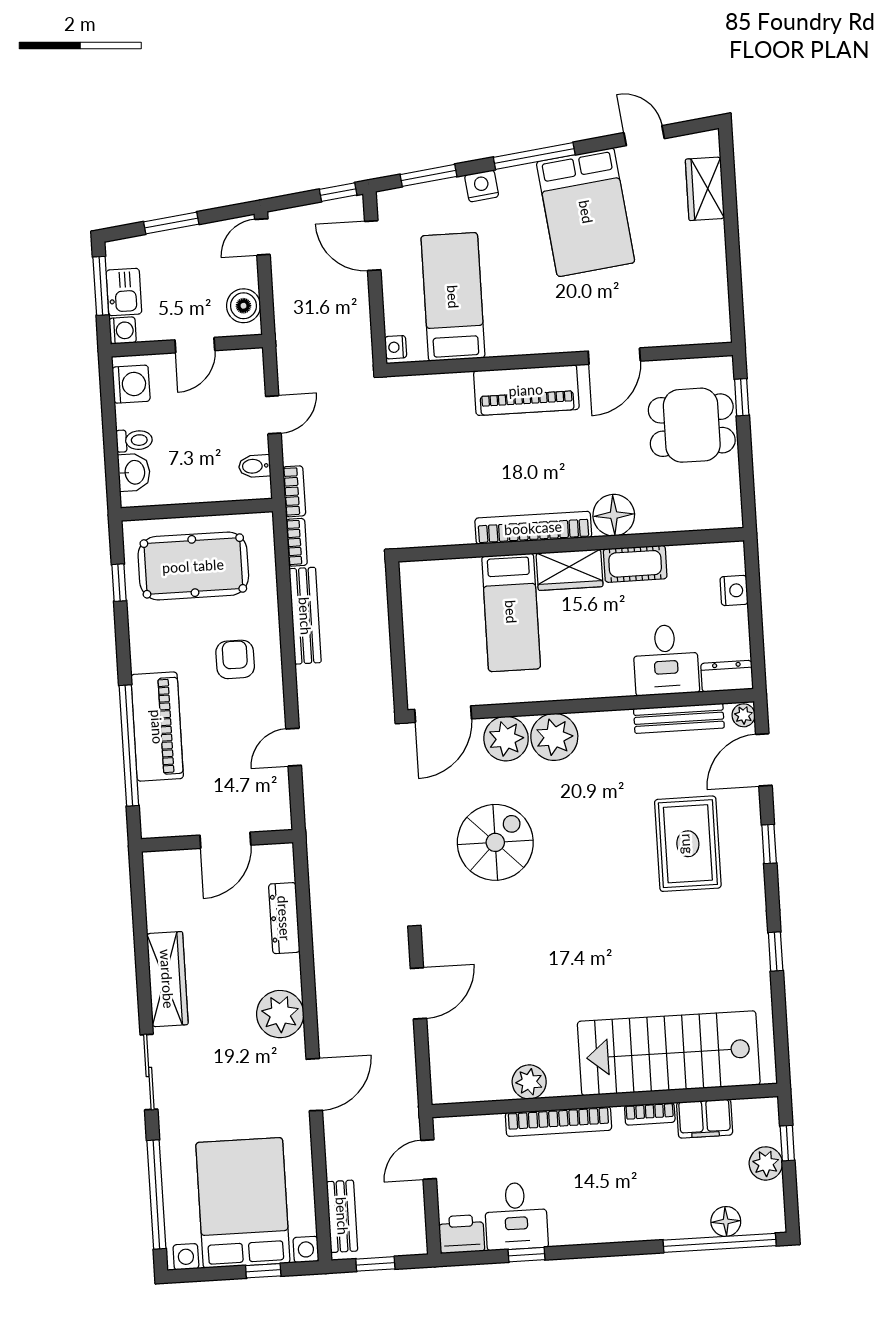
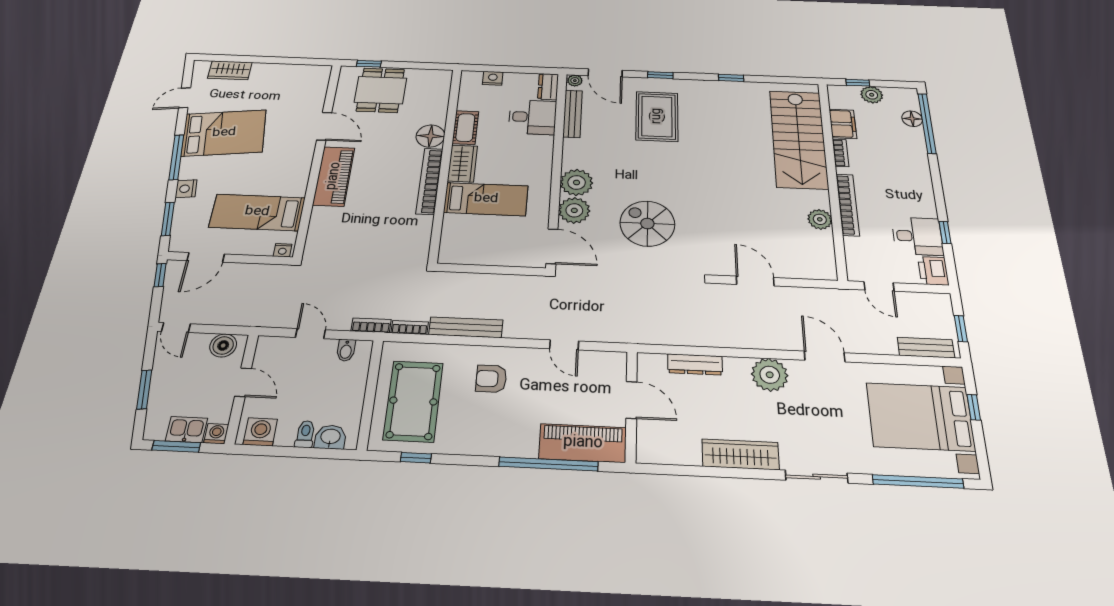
piano: (157, 727) -> (583, 443), moved
rug: (688, 844) -> (657, 116), turned 90

